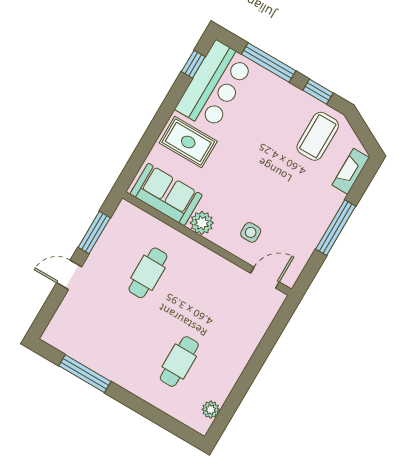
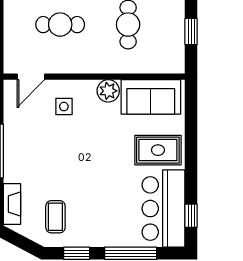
coffee table: (318, 136) -> (55, 217), width x0.73, depth x0.77
window: (94, 232) -> (191, 32), width x0.67
cafe table: (210, 309) -> (60, 25), added

